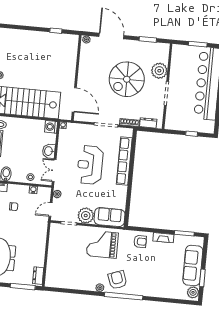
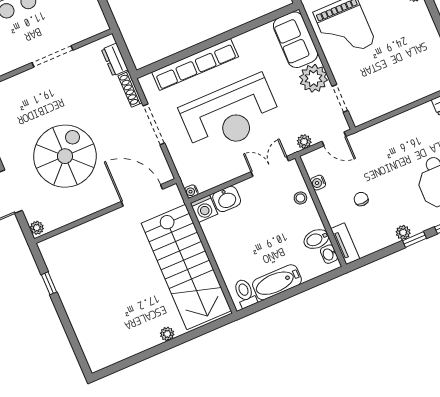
plant: (159, 71) -> (23, 87), removed
spiral stairs: (127, 79) -> (65, 156), moved, turned -90
door: (74, 100) -> (142, 195), hinge flipped
washbasin: (49, 151) -> (227, 199), moved
reception desk: (90, 165) -> (230, 115), width x1.36, depth x1.30
double door: (54, 170) -> (270, 166), swing flipped

